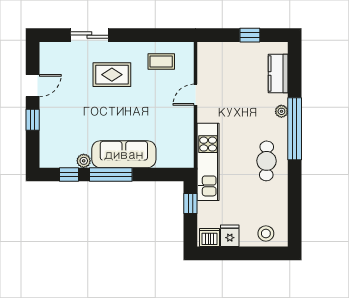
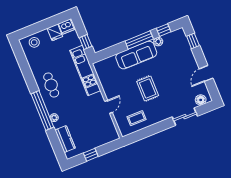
floor lamp: (56, 50) -> (201, 100), added
rug: (112, 75) -> (148, 89), moved, turned 90
window: (33, 120) -> (193, 41), moved

